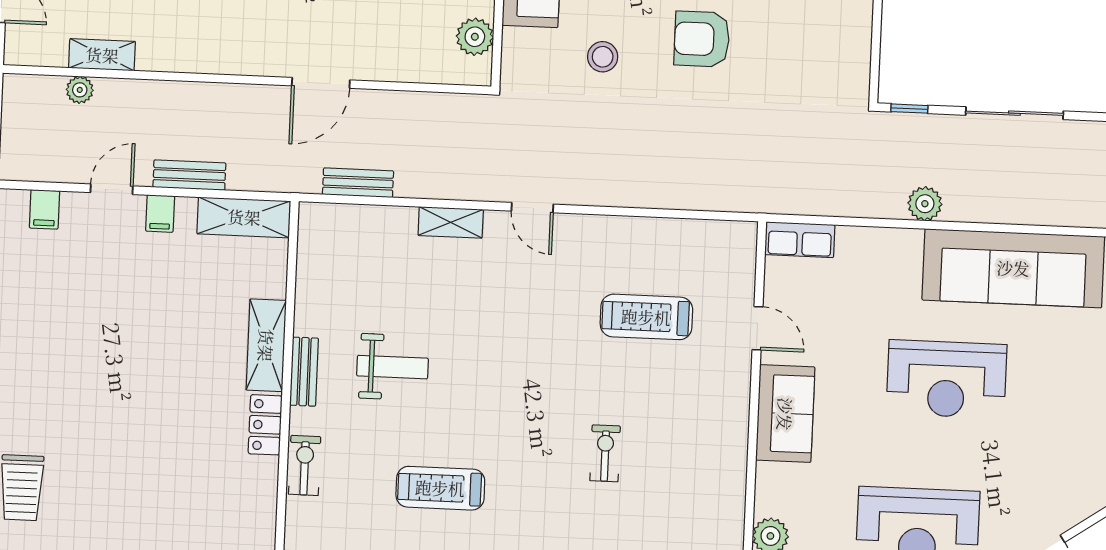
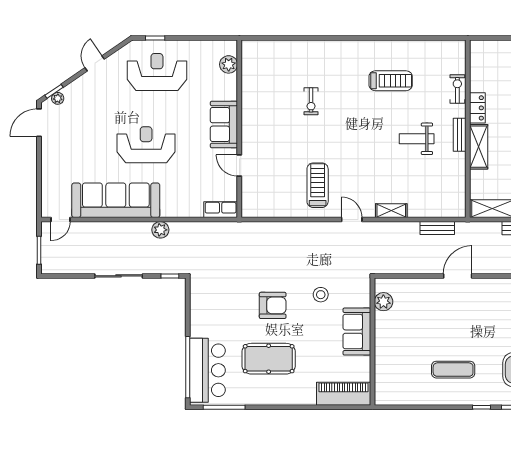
treadmill: (646, 317) -> (318, 185), moved, turned -90
exercise bike: (305, 465) -> (457, 89), turned 180

